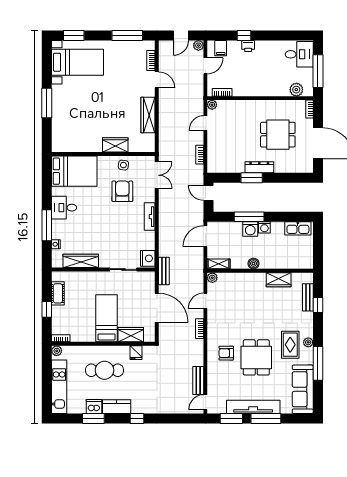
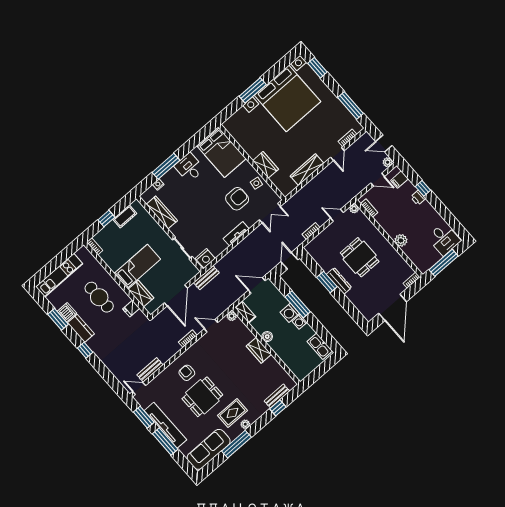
bed with nightstands: (77, 62) -> (287, 98), width x1.85
plant: (296, 90) -> (401, 240), moved
dining table: (278, 135) -> (360, 257), moved
wardrobe: (279, 280) -> (259, 350), moved
plant: (57, 351) -> (83, 251), removed

